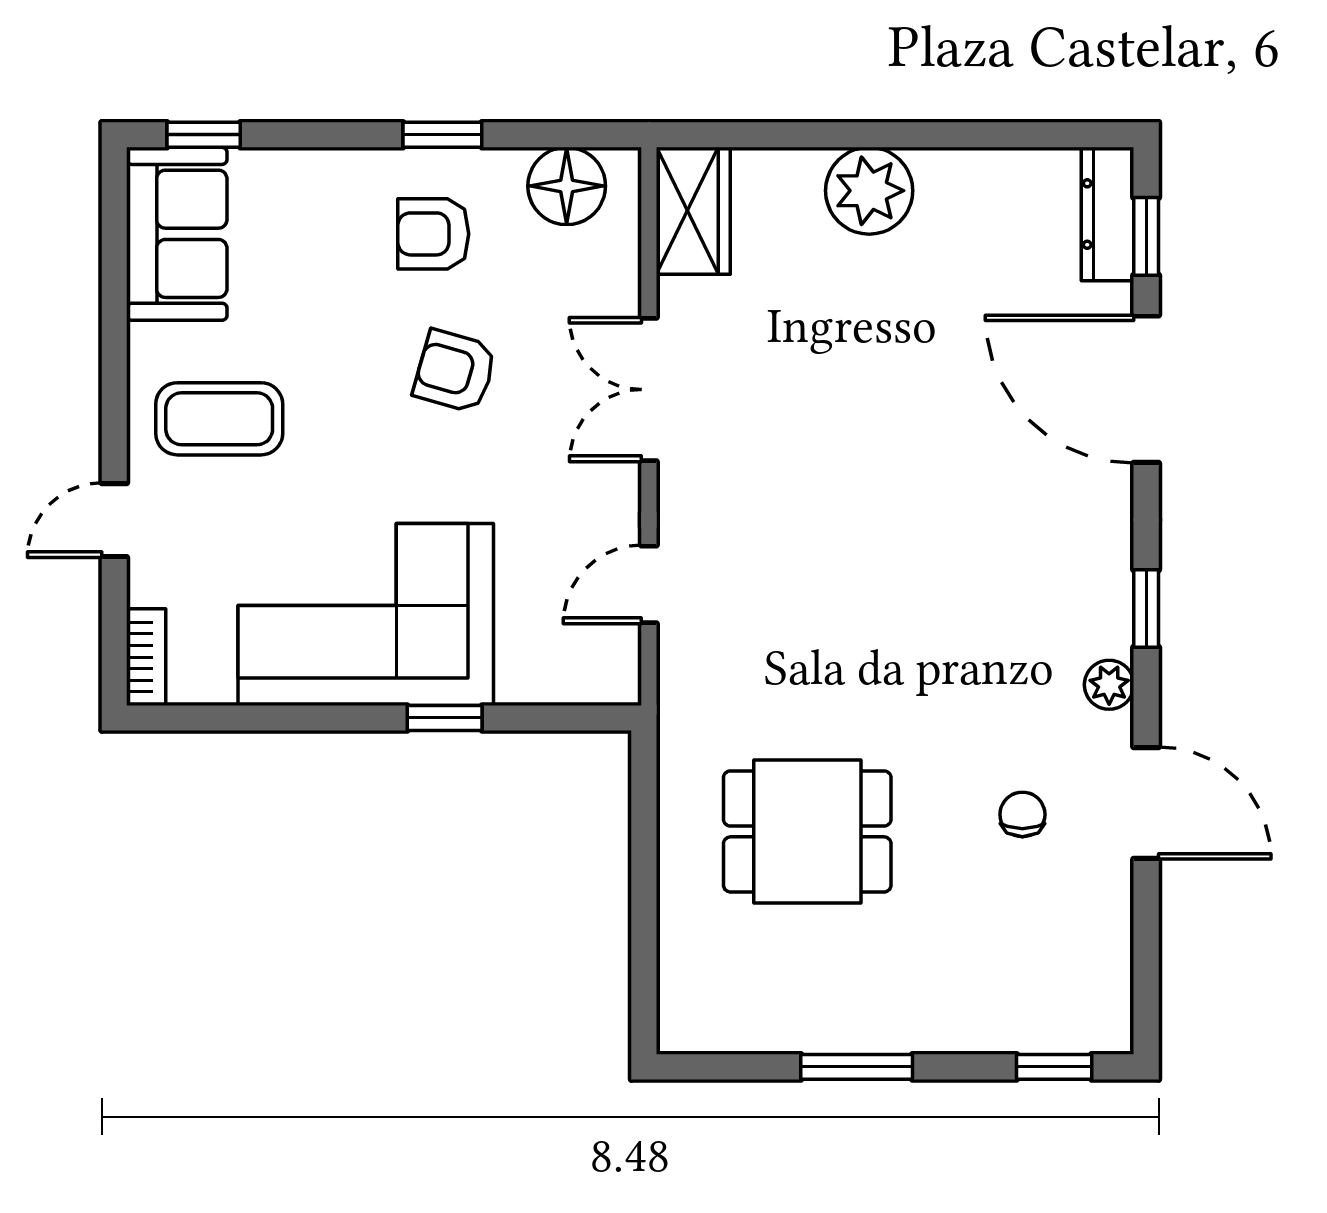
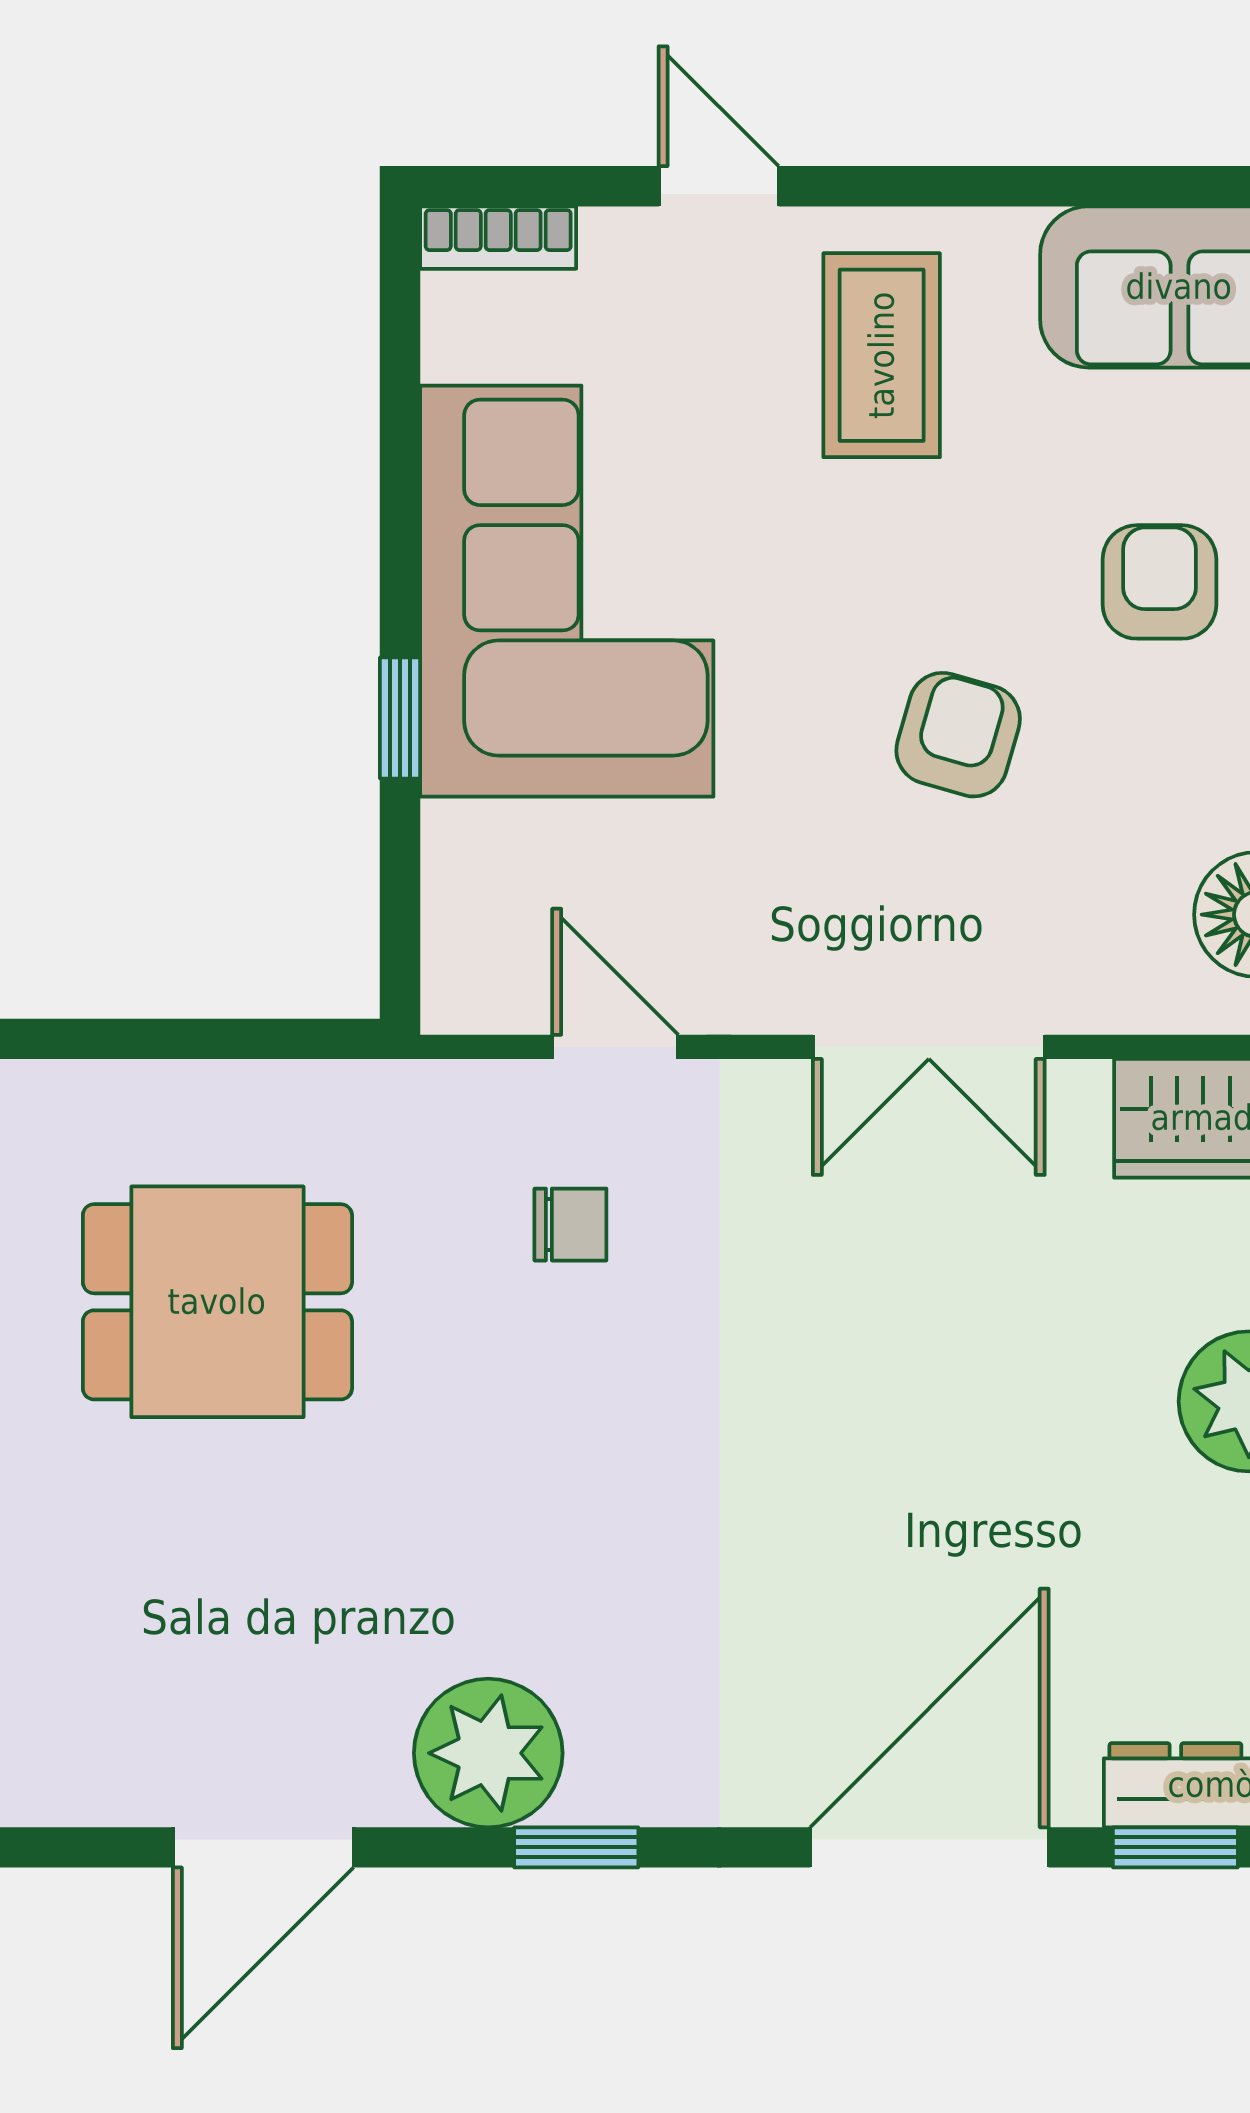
armchair: (433, 234) -> (1159, 582), moved
double door: (649, 390) -> (929, 1047), swing flipped
plant: (1109, 685) -> (488, 1753), width x1.88, depth x1.88
chair: (1022, 814) -> (570, 1225), moved
dining table: (807, 831) -> (217, 1302), turned 90

